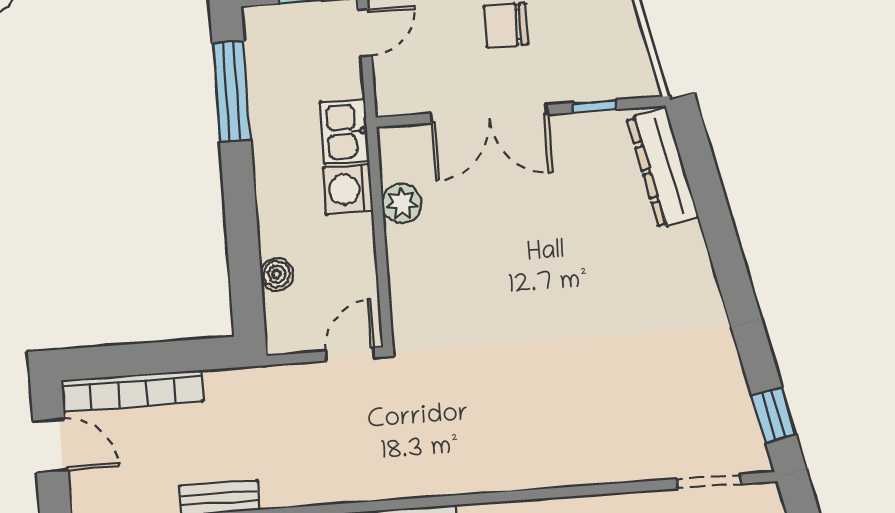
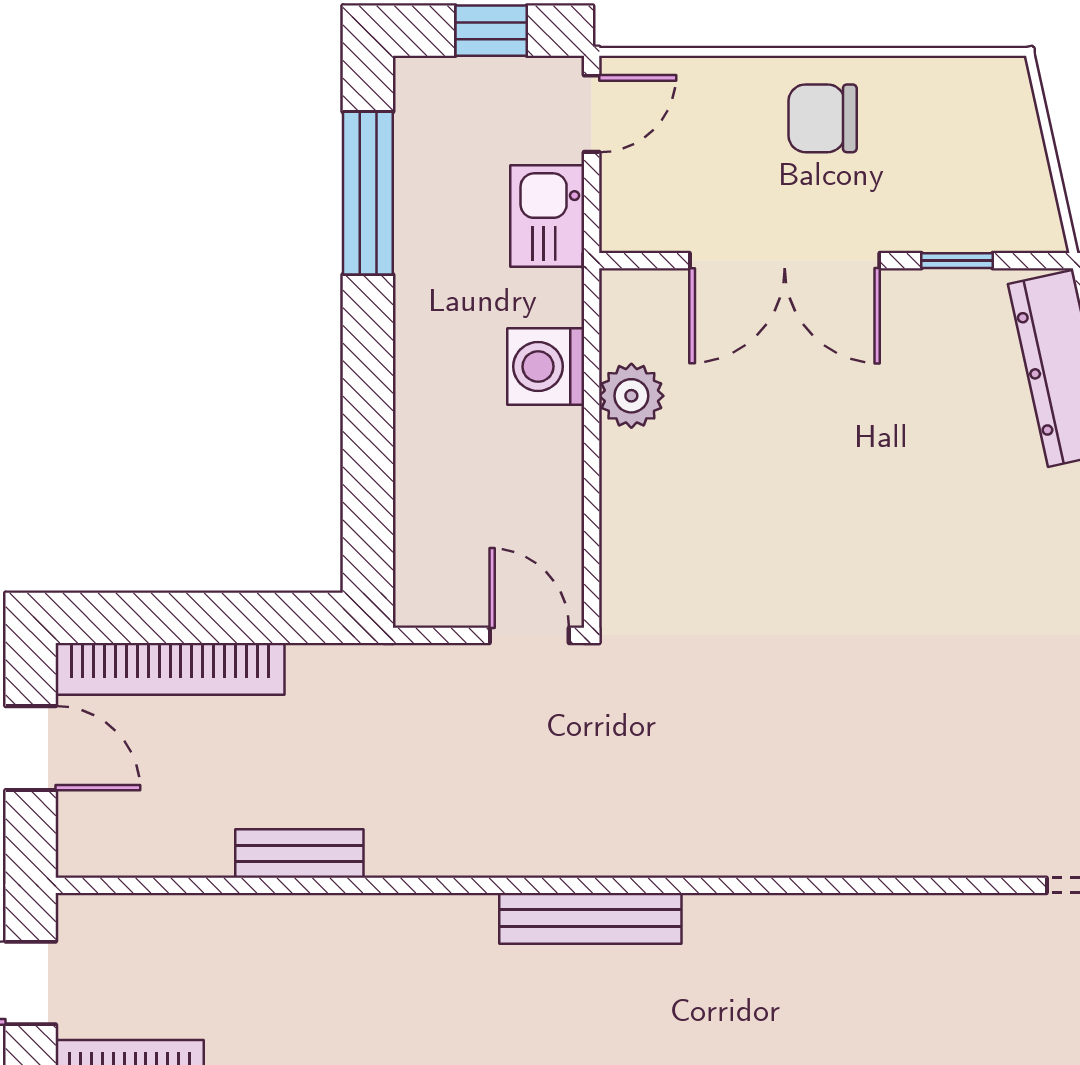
kitchen sink: (345, 132) -> (547, 216), moved
boiler: (277, 274) -> (419, 496), removed
door: (350, 354) -> (529, 635), hinge flipped

